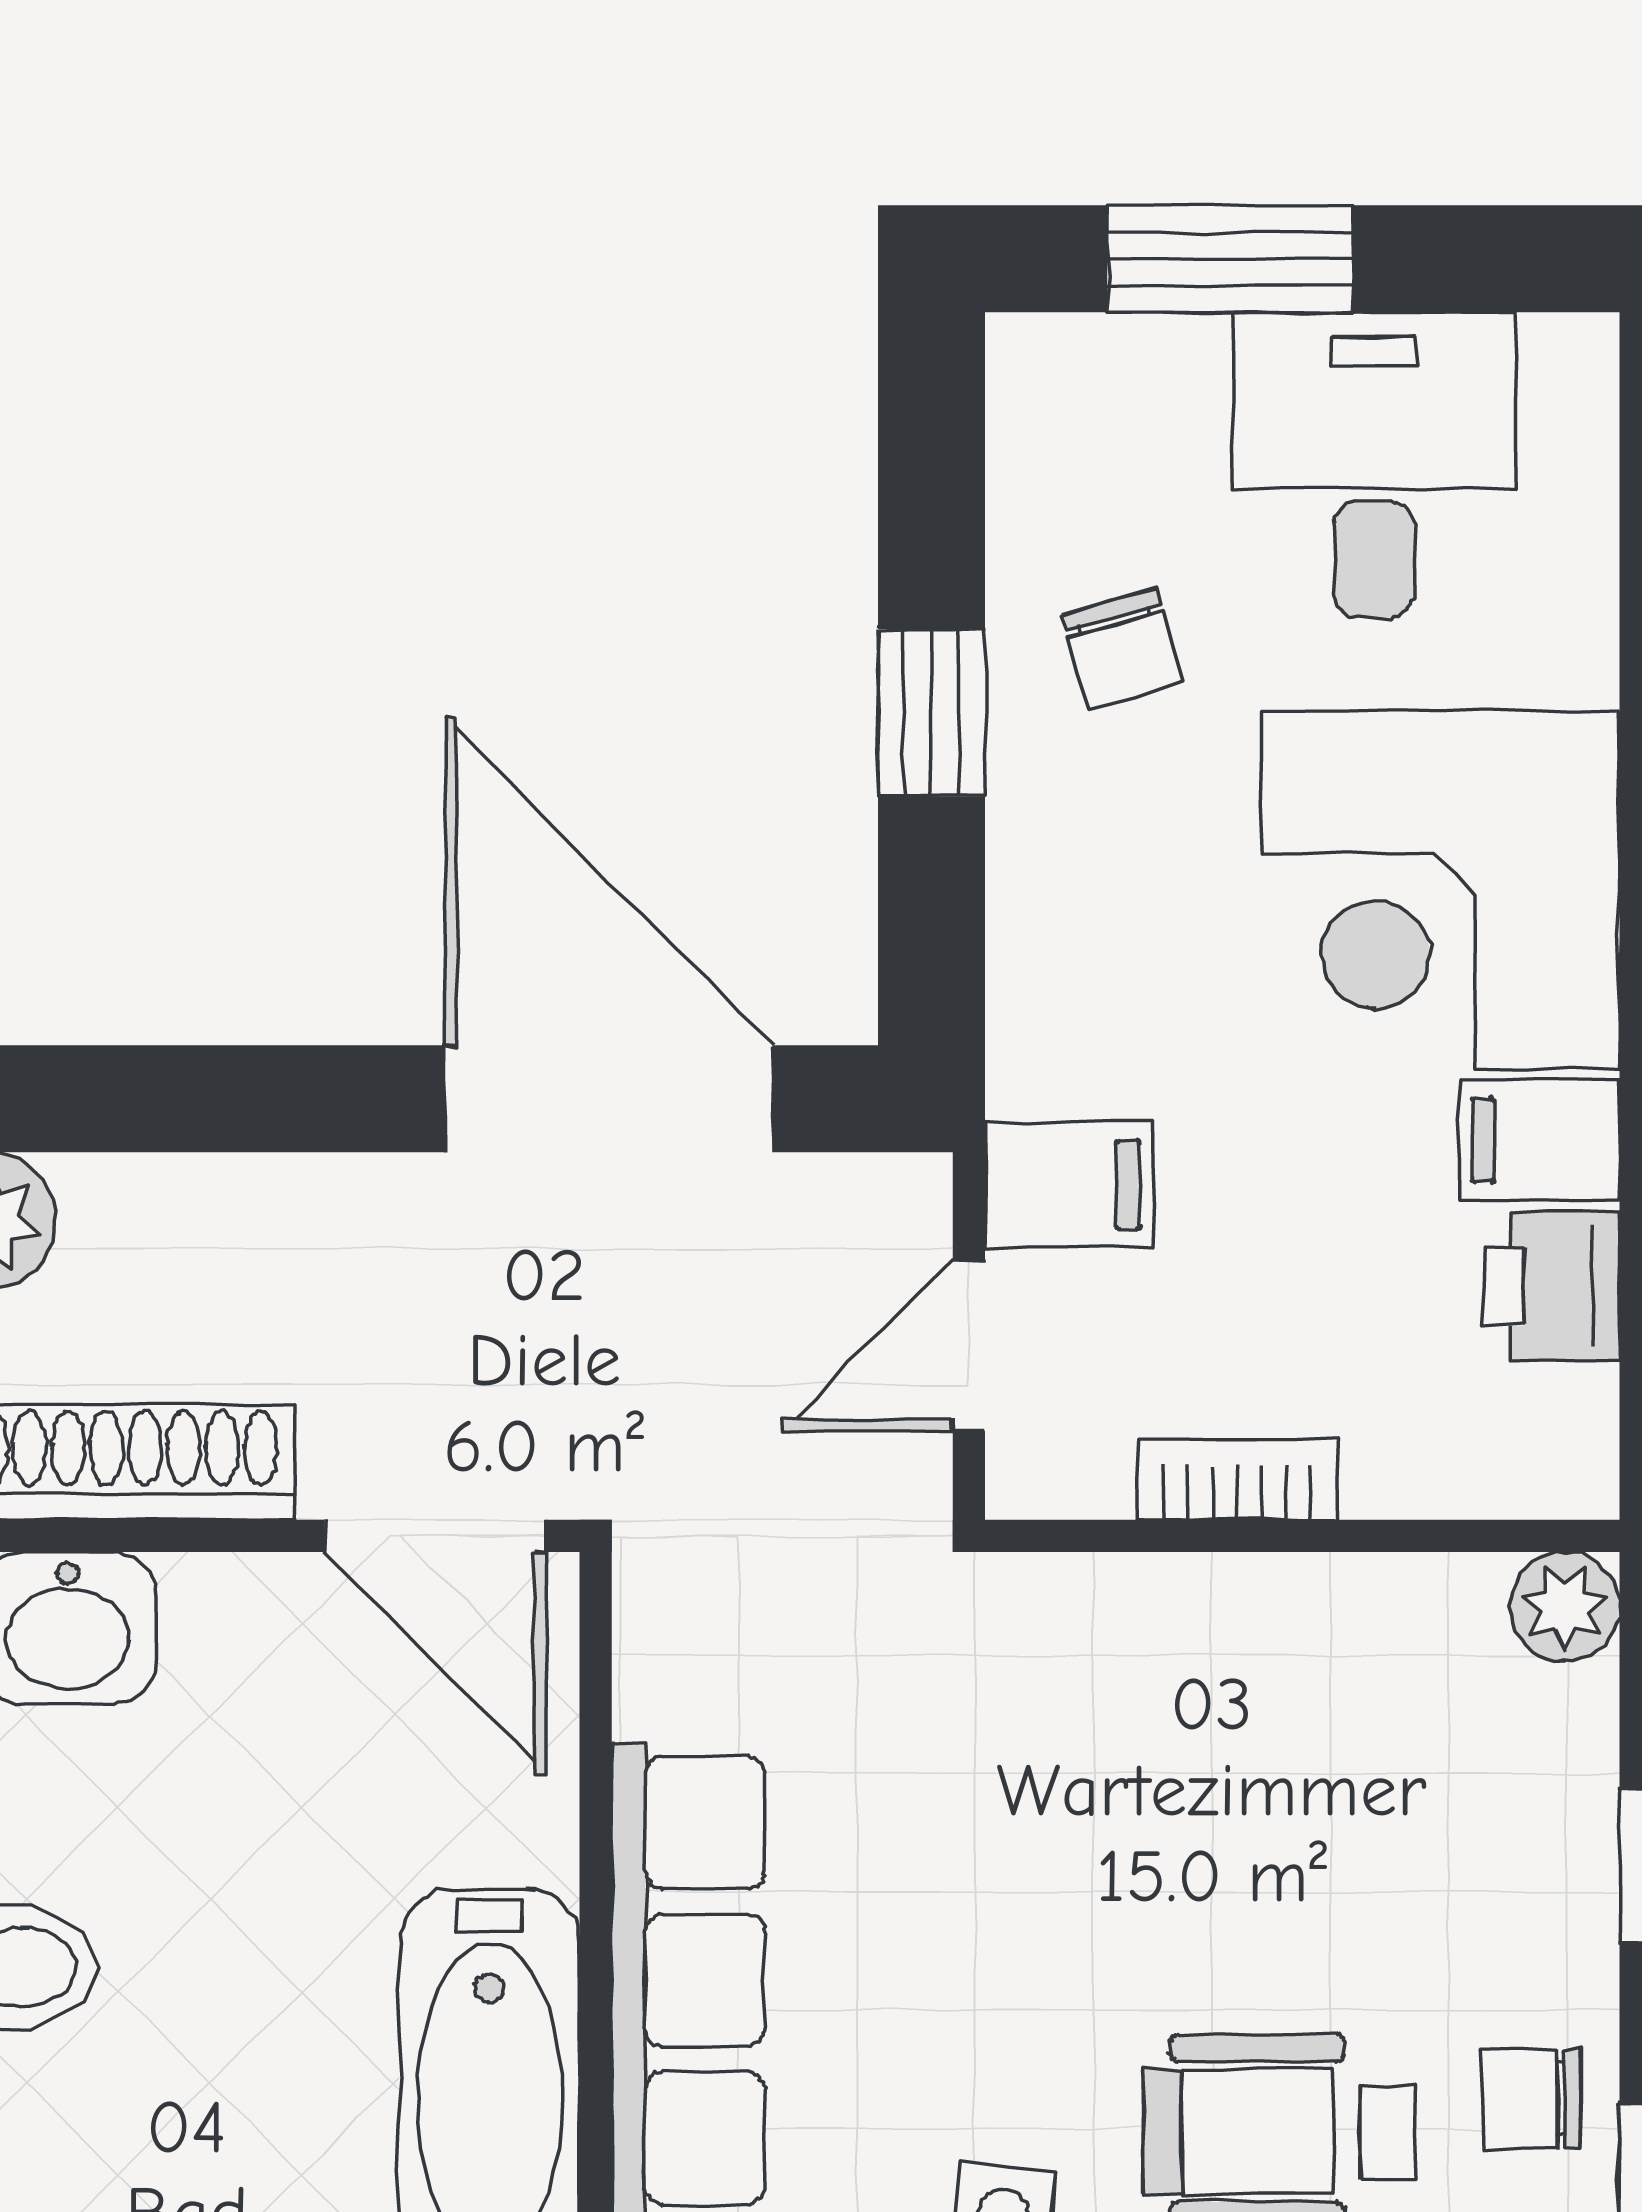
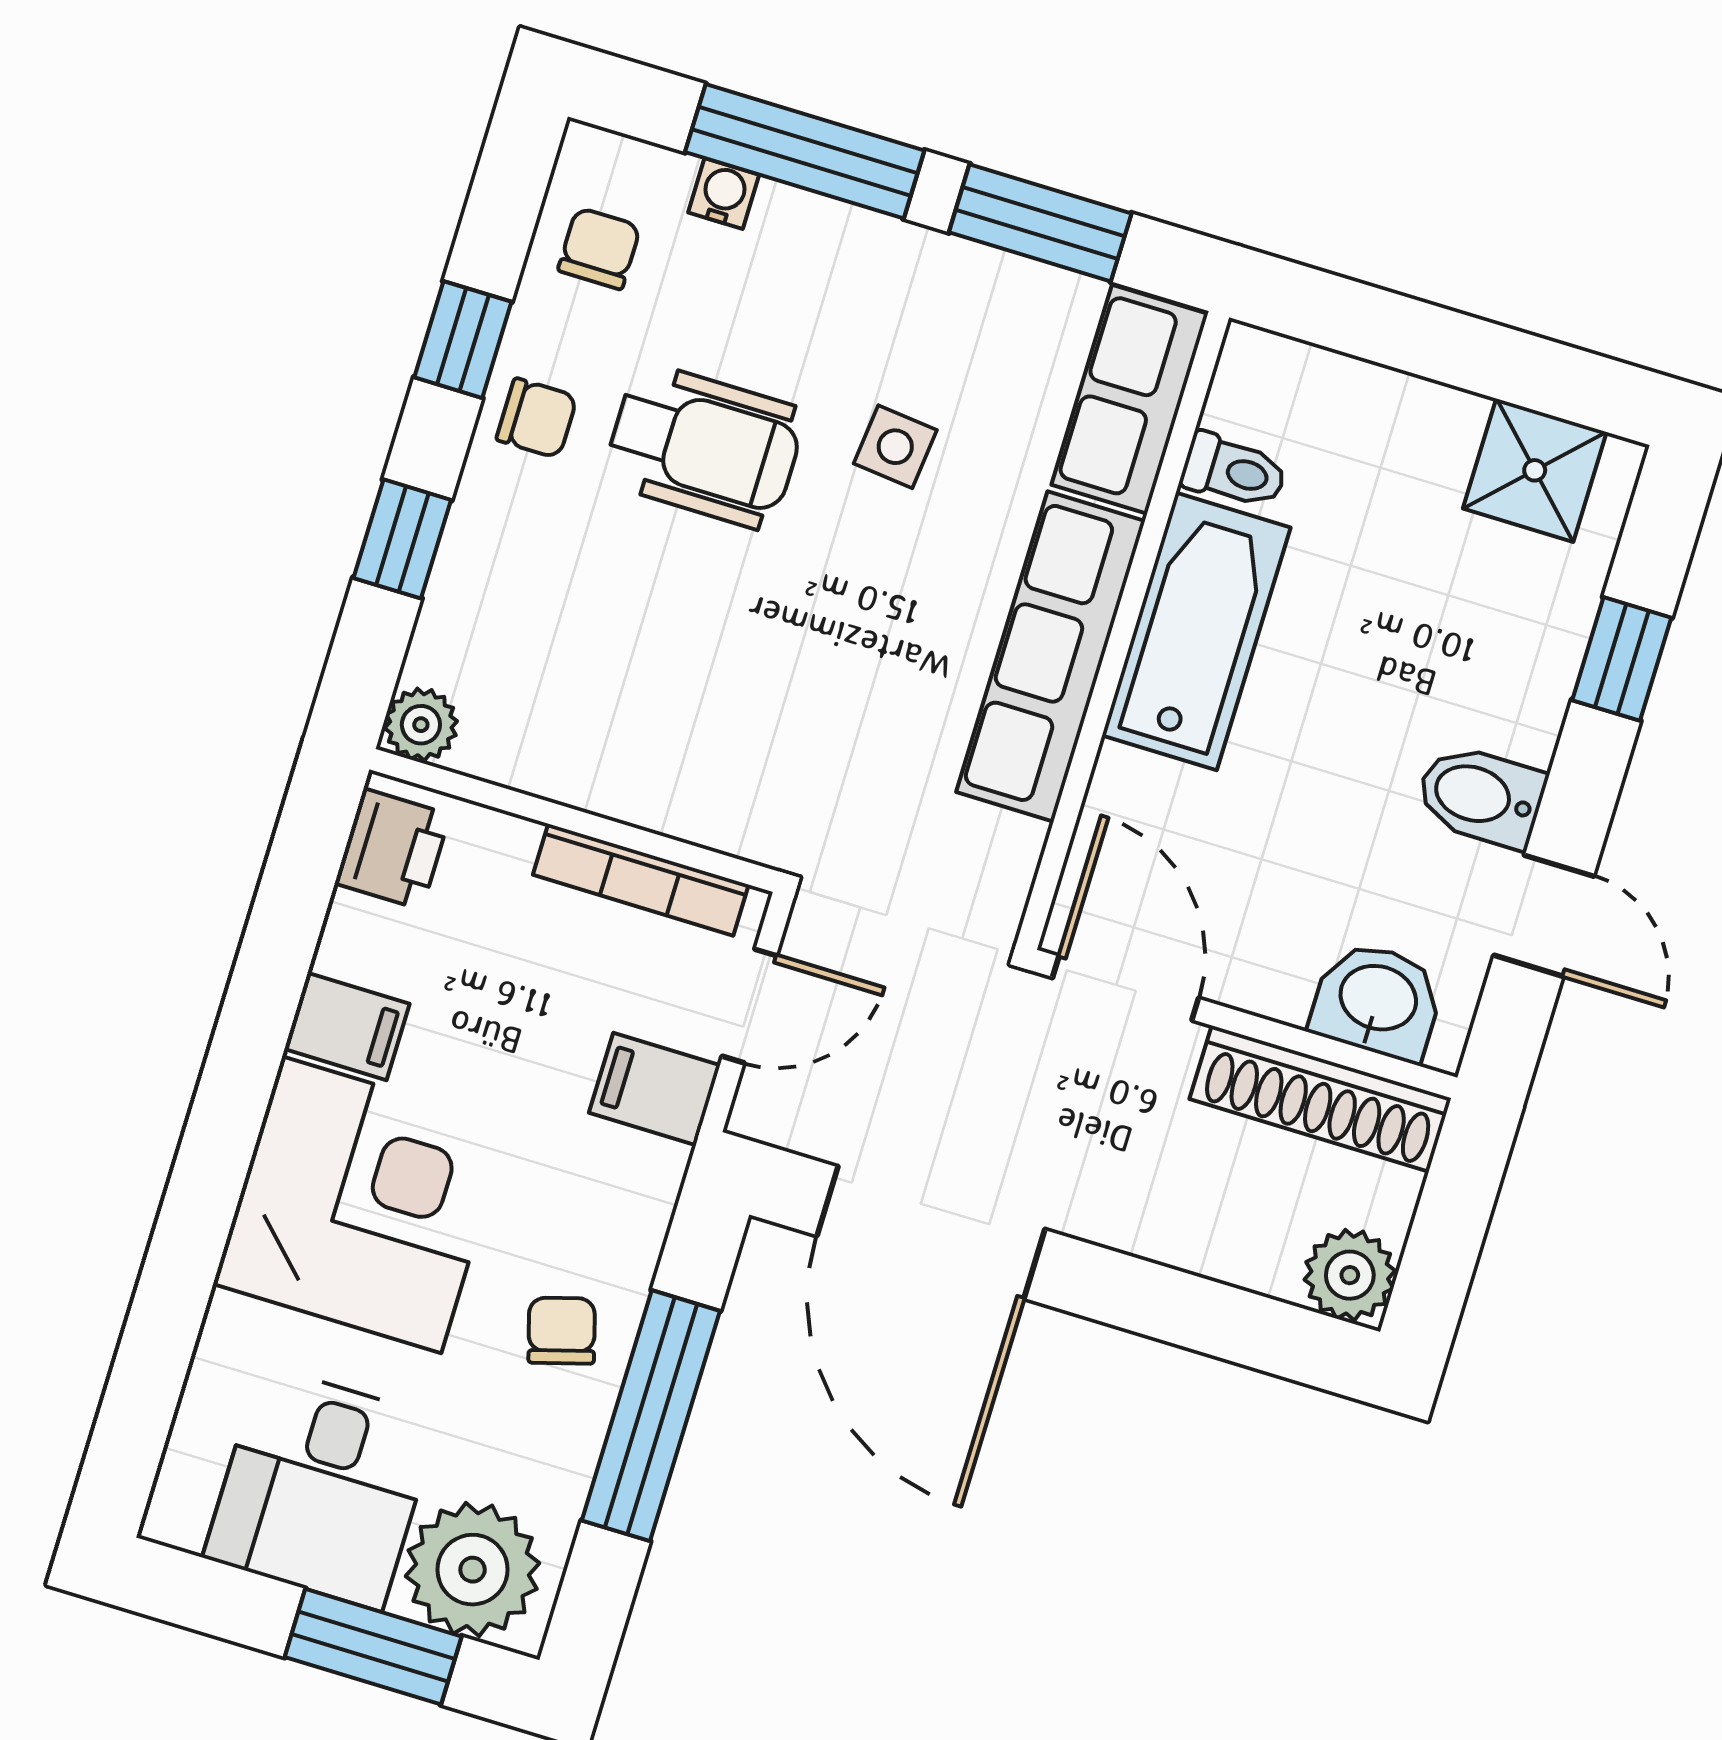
plant: (1121, 413) -> (473, 1570), added
chair: (1122, 649) -> (562, 1331), moved
window: (932, 713) -> (651, 1416), width x2.17
printer: (1551, 1286) -> (393, 849), moved
bookcase: (1237, 1480) -> (641, 880), width x1.56

